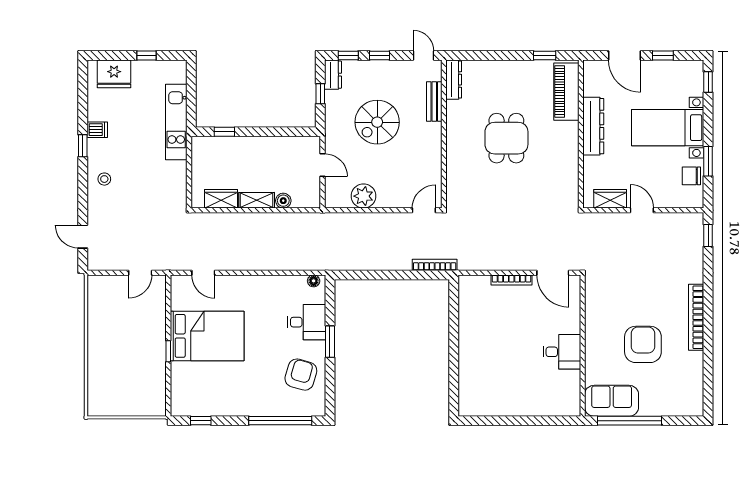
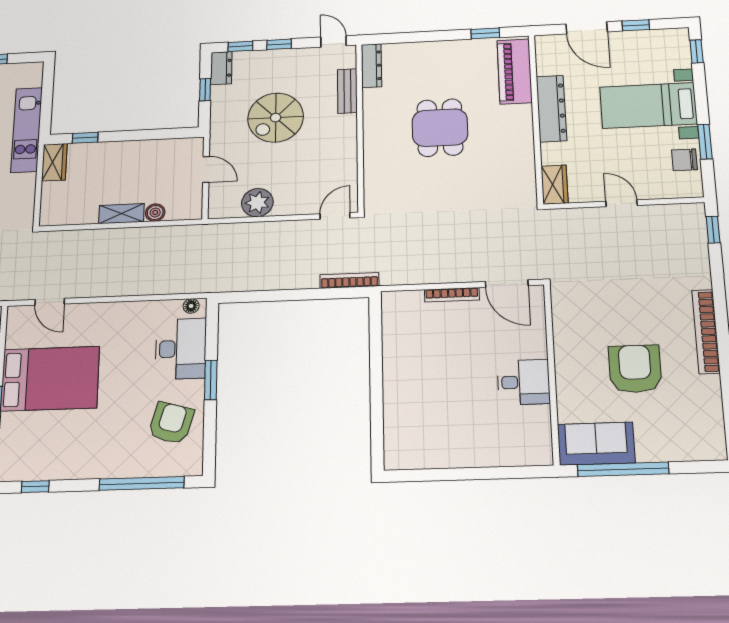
wardrobe: (221, 199) -> (54, 162), moved, turned 90
wardrobe: (610, 199) -> (555, 185), moved, turned 90
desk: (307, 322) -> (181, 349), width x1.37

